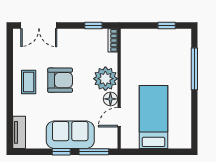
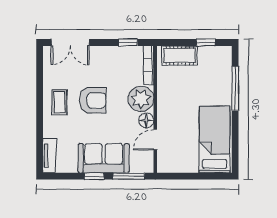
cot: (142, 38) -> (180, 55), added
bookcase: (113, 40) -> (149, 65), width x1.56
bed: (153, 117) -> (215, 139), moved

